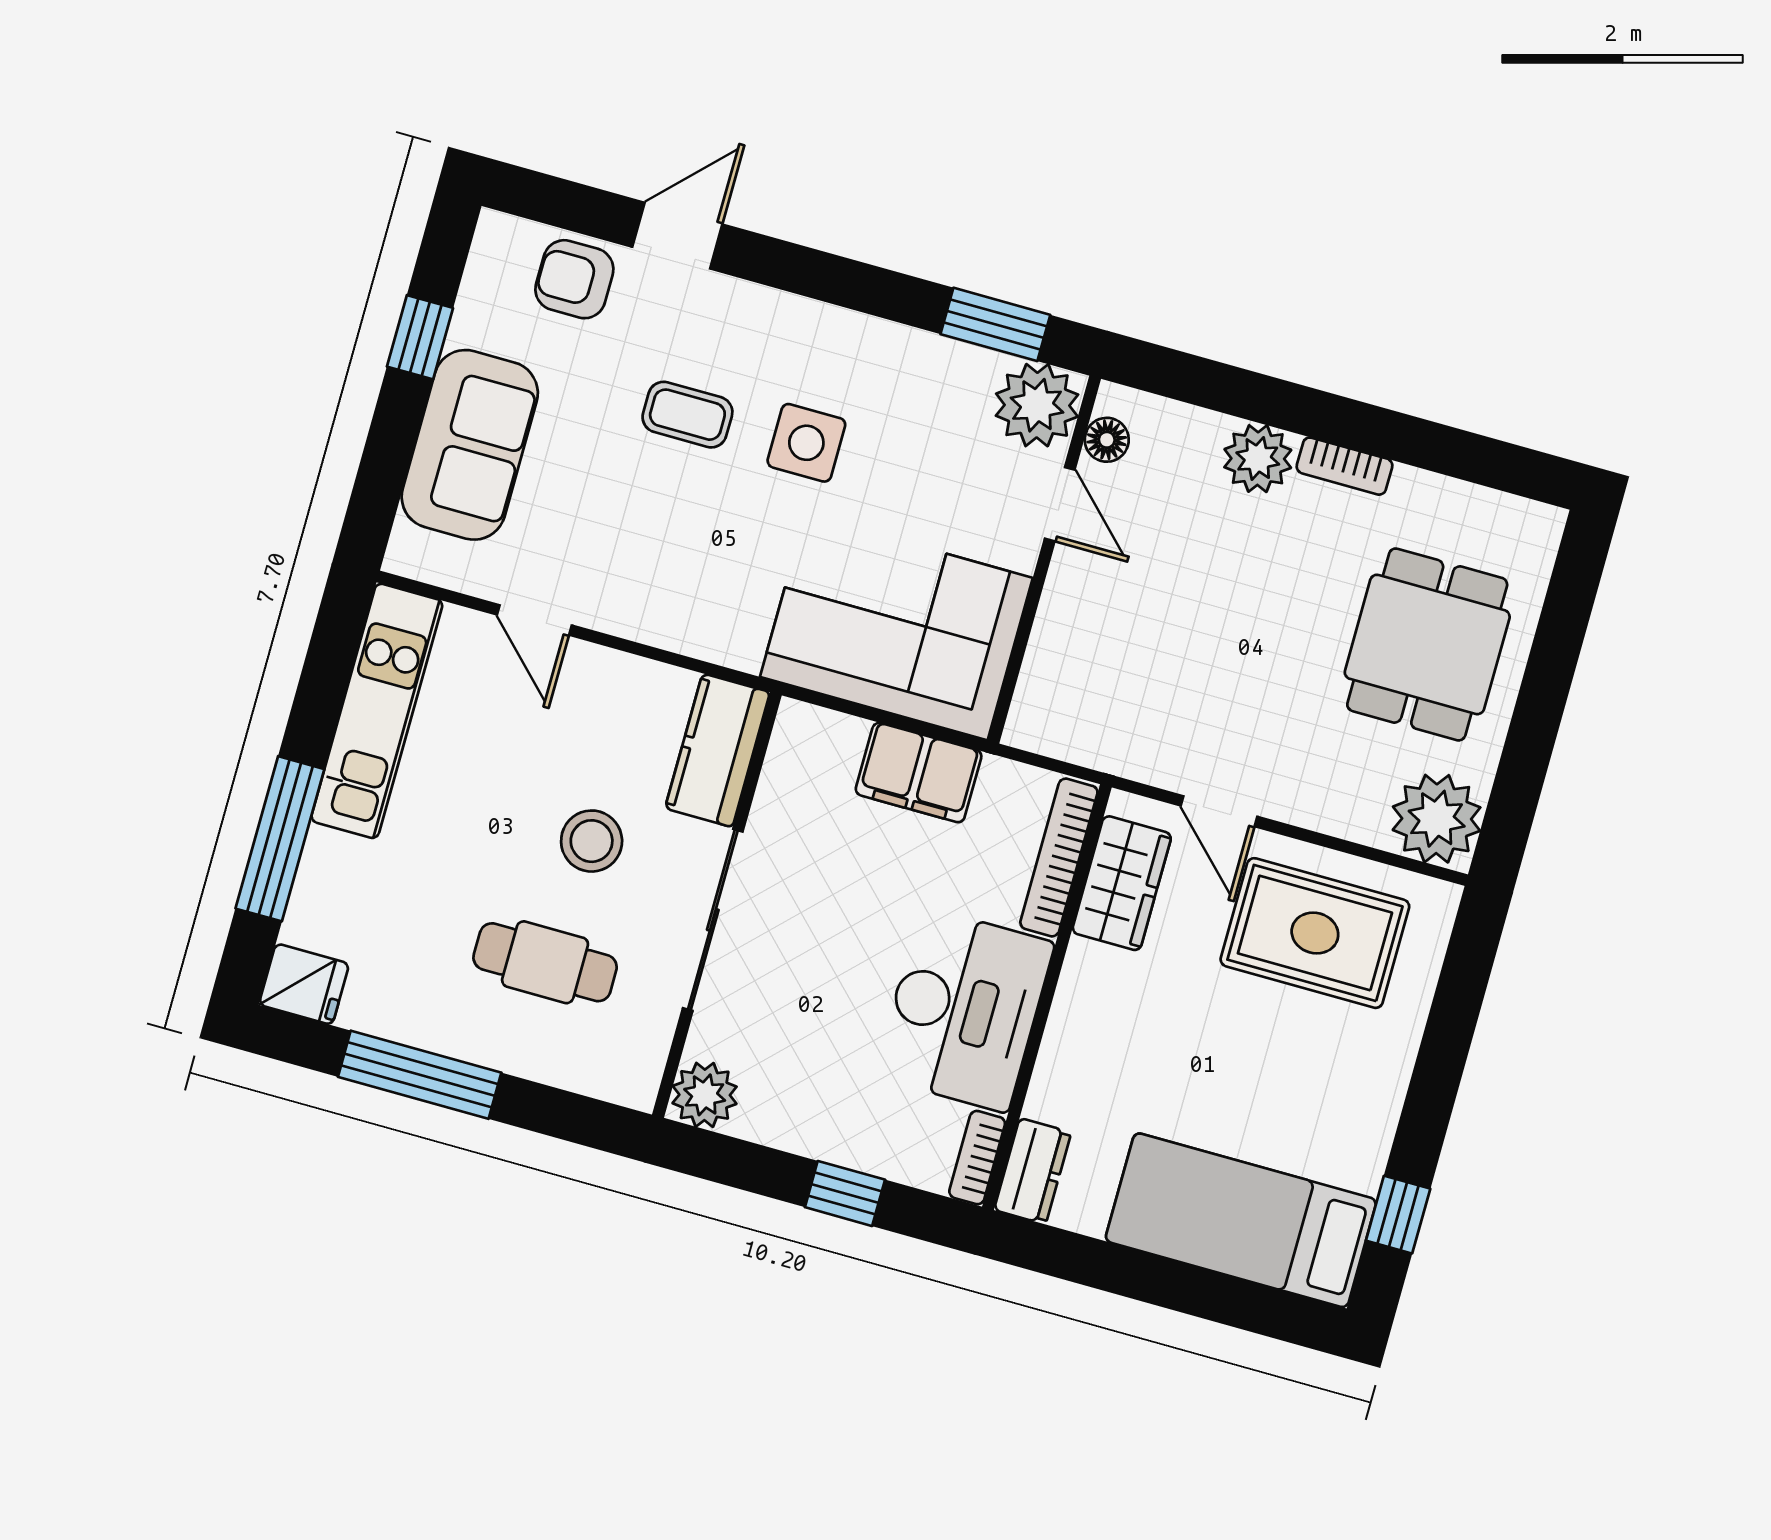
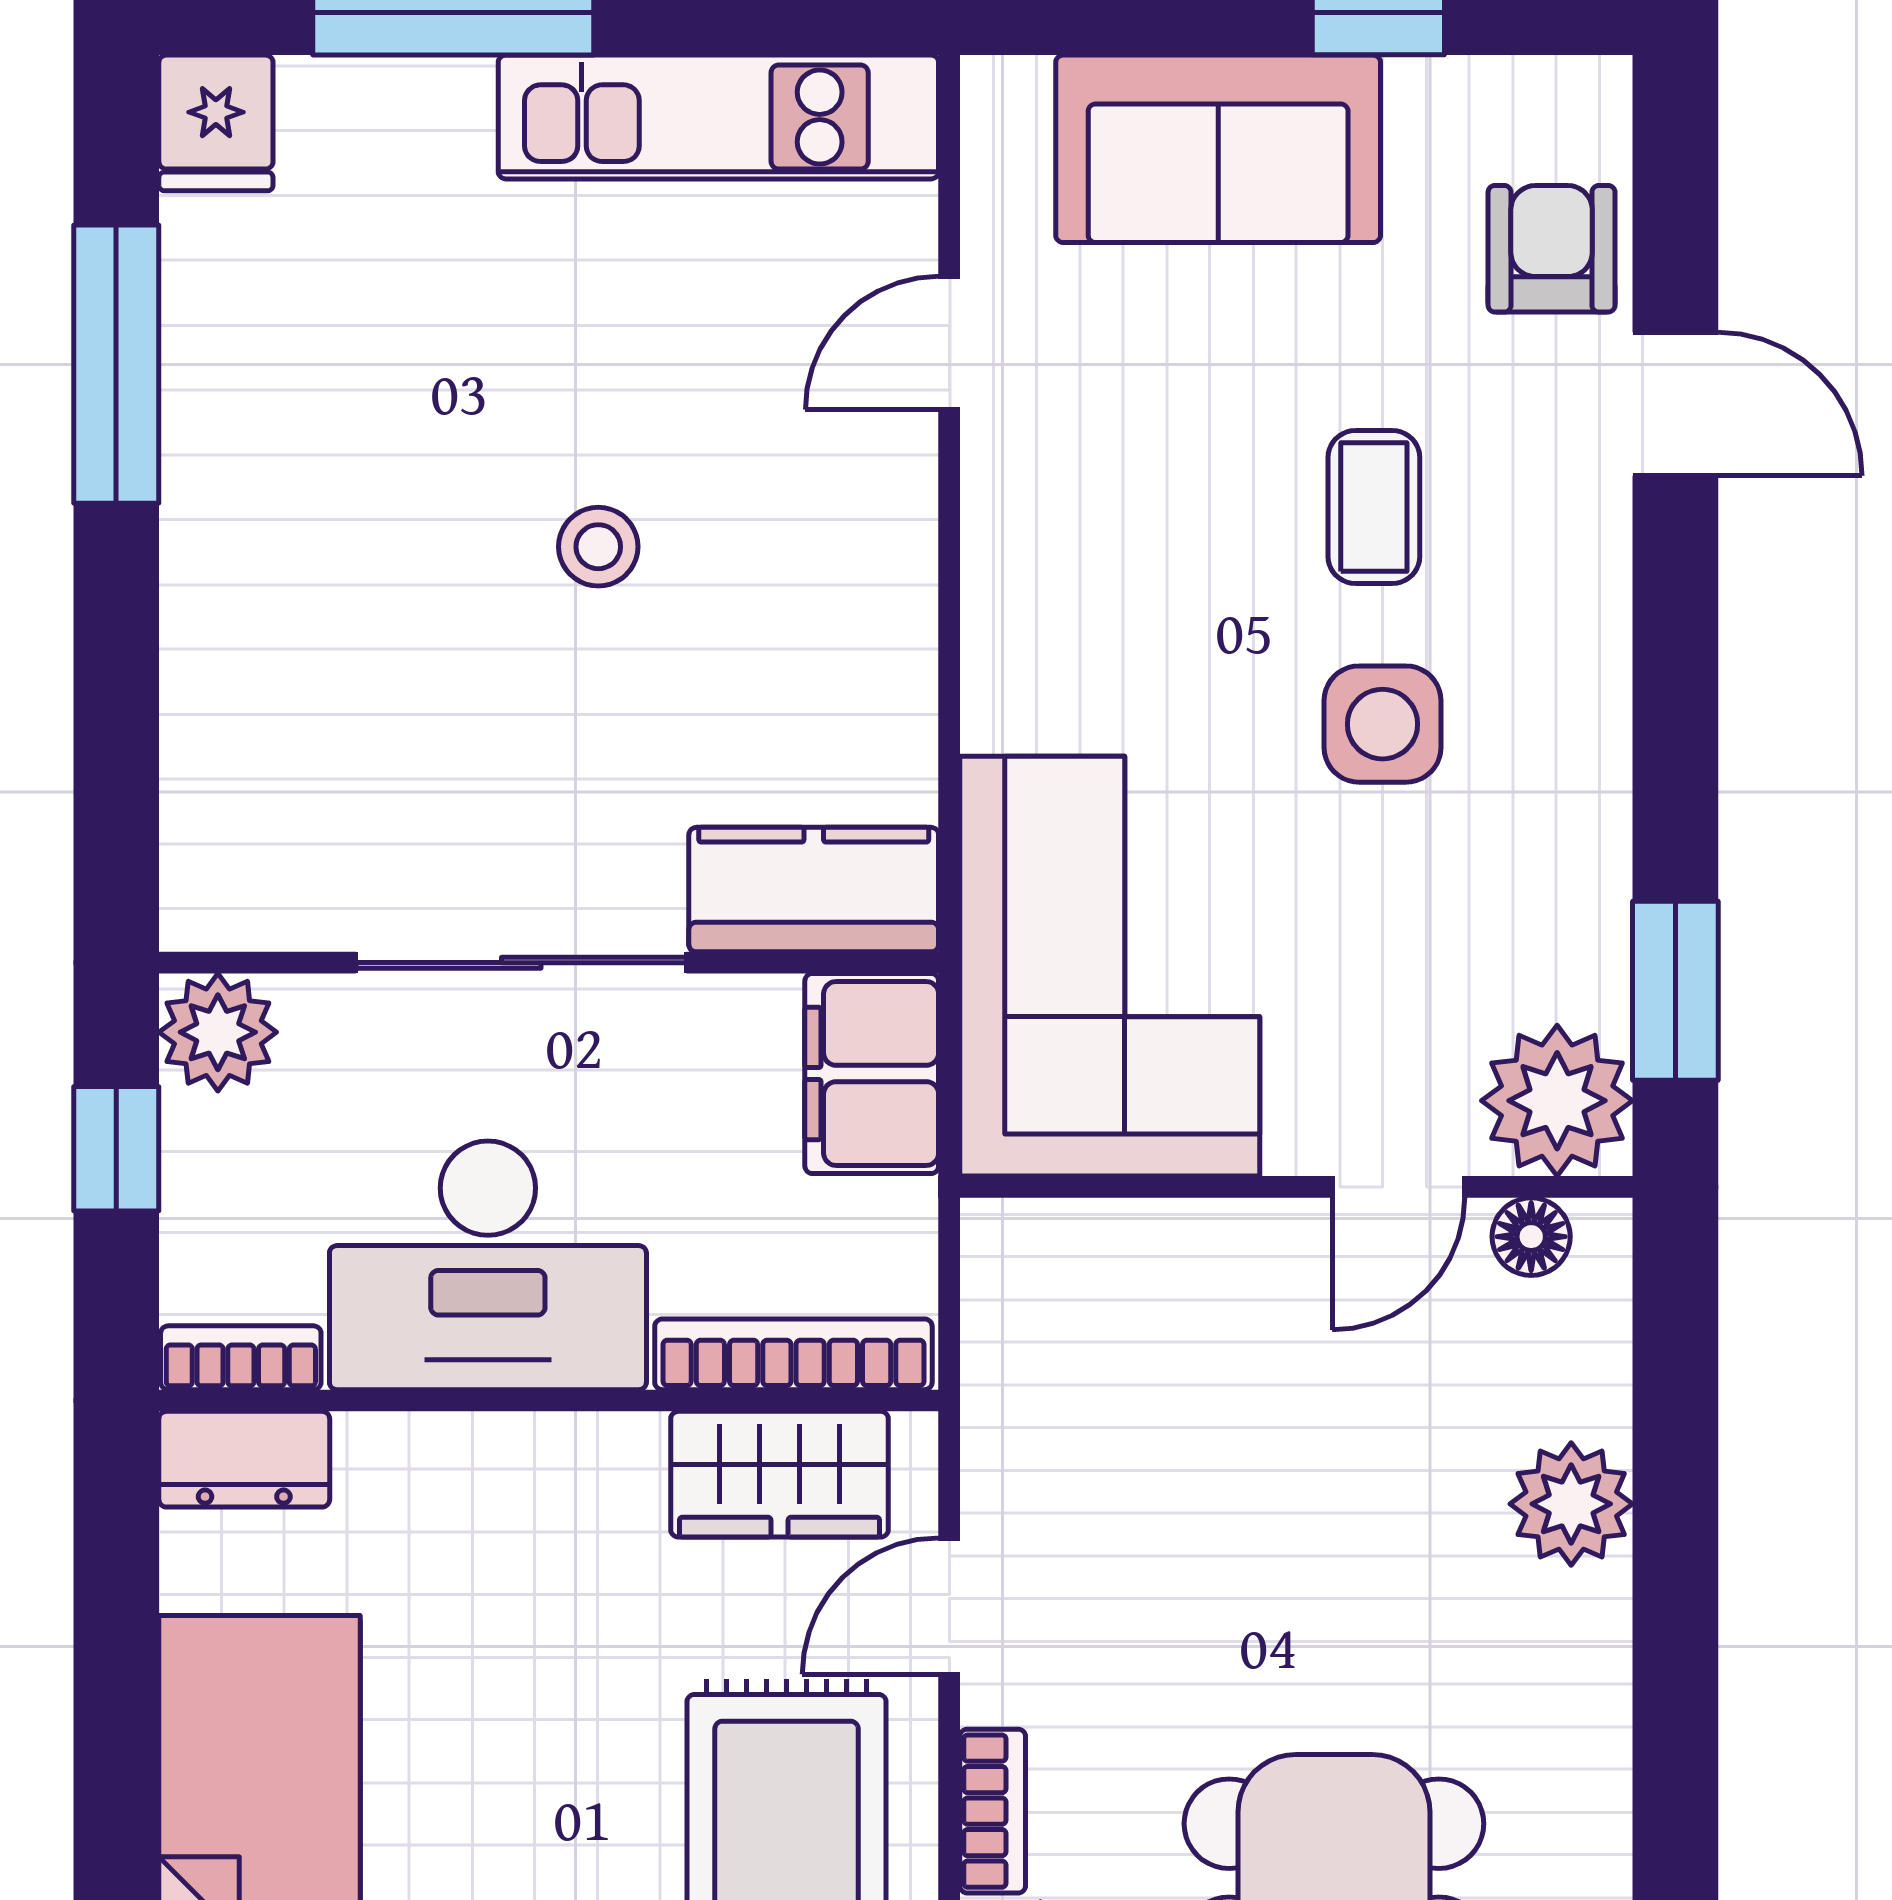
bookcase: (1345, 466) -> (993, 1811), moved, turned 180
kitchen counter: (717, 750) -> (814, 890), moved
stool: (592, 841) -> (598, 547), width x0.73, depth x0.73
wall: (717, 905) -> (549, 963), moved
sliding door: (713, 920) -> (521, 963), moved
cafe table: (545, 962) -> (369, 525), removed
plant: (705, 1095) -> (218, 1032), moved

